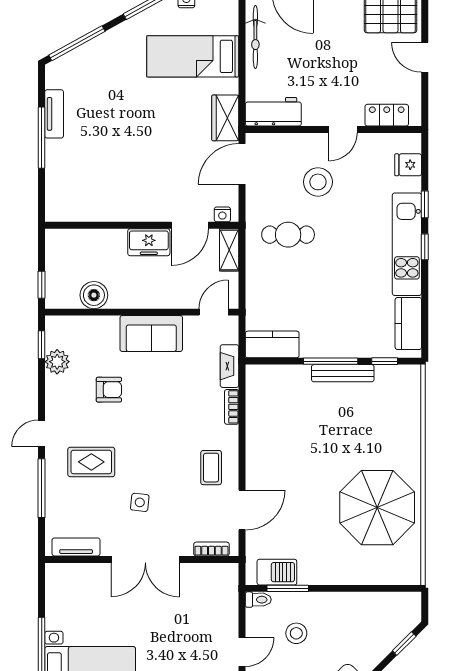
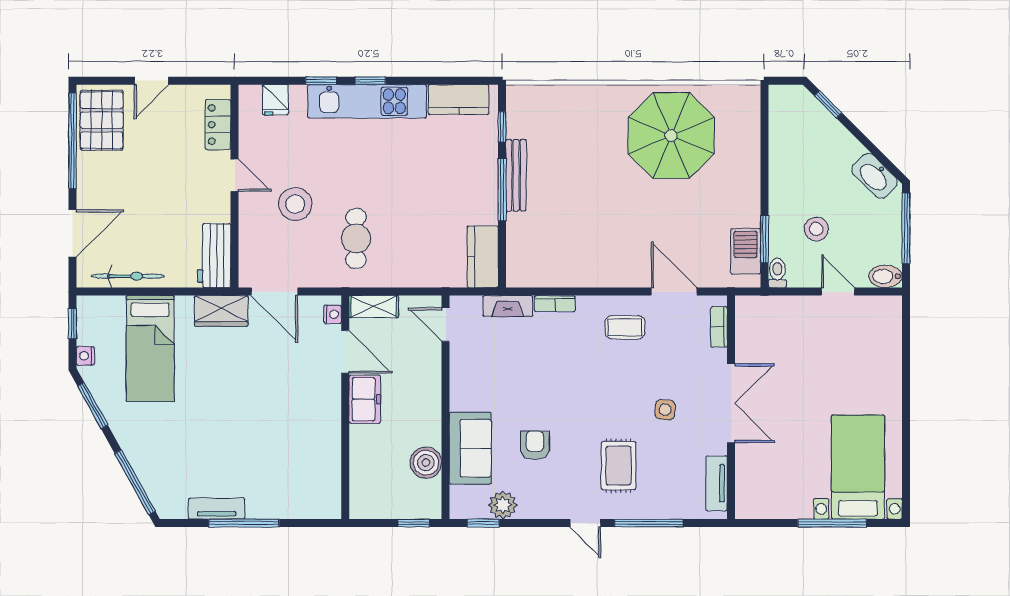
sofa: (151, 334) -> (470, 448), moved

